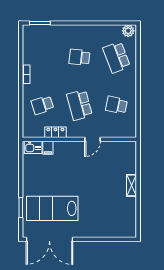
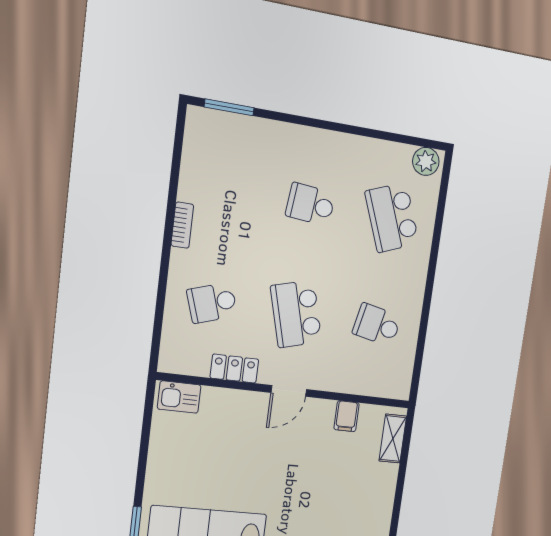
door: (93, 139) -> (289, 391), moved
filing cabinet: (48, 148) -> (347, 416), moved
shelving: (131, 185) -> (393, 439), moved

